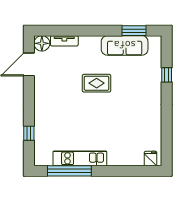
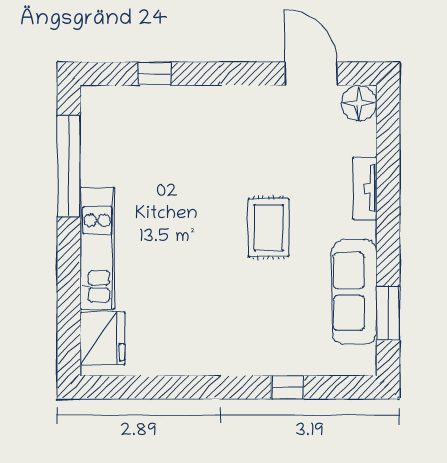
tv unit: (64, 41) -> (365, 188), moved
kitchen unit: (80, 158) -> (97, 248), moved
fridge: (150, 159) -> (102, 338), width x1.88, depth x1.34

